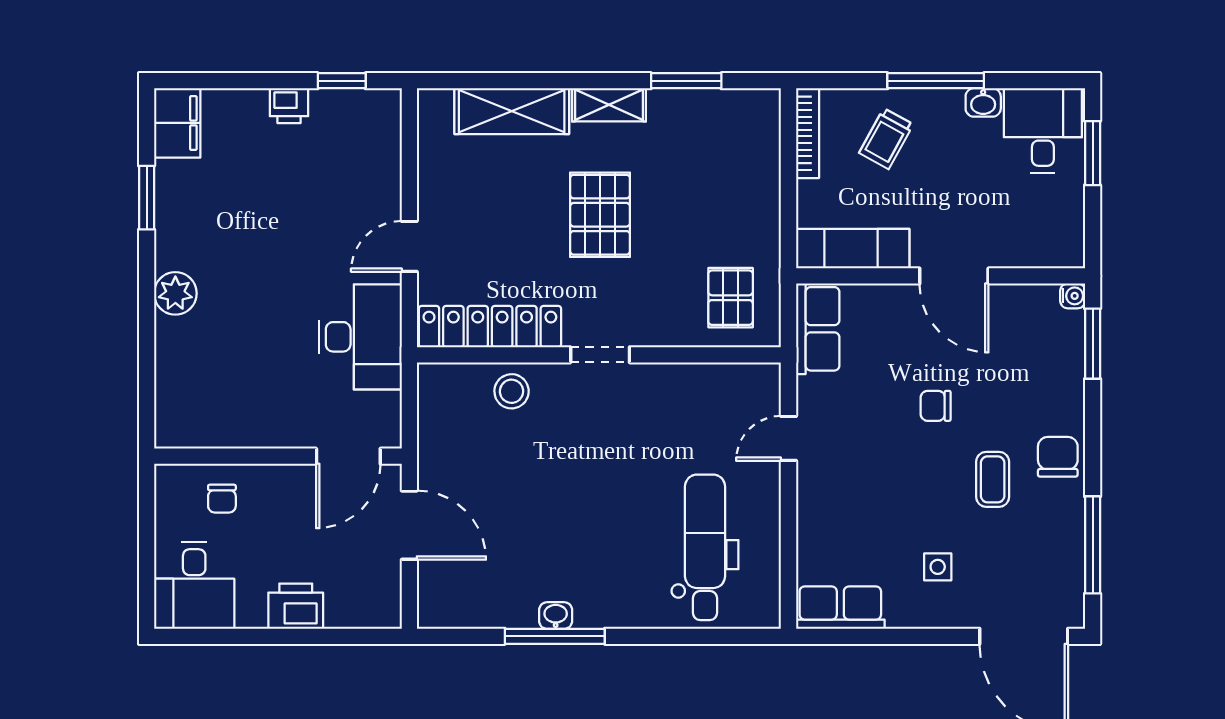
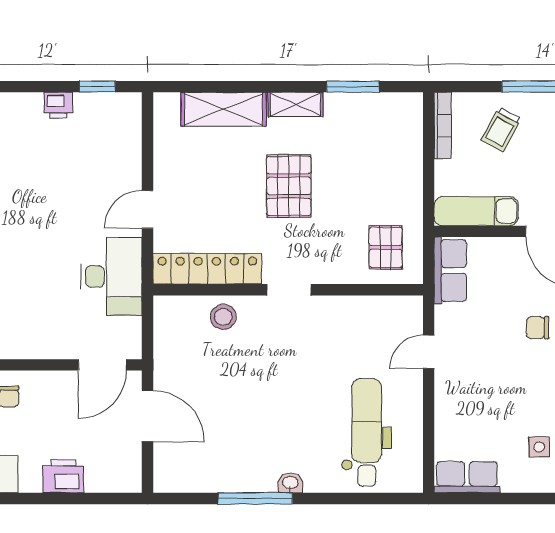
washbasin: (556, 616) -> (290, 483), moved

